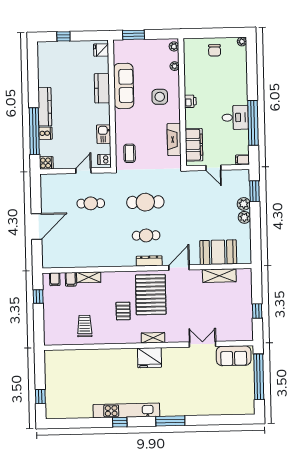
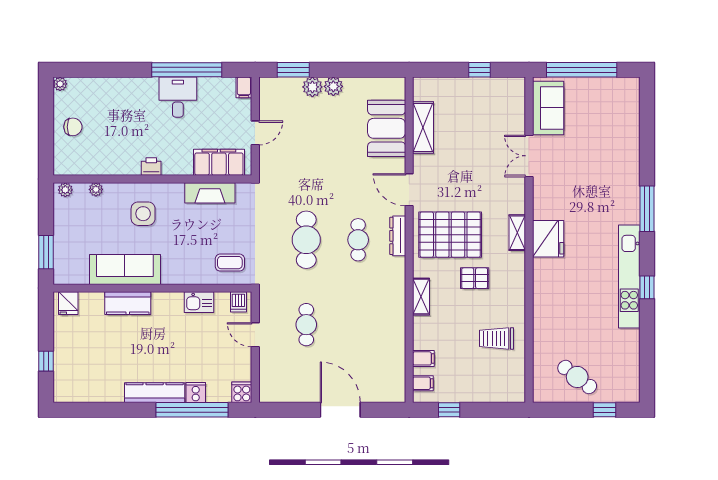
shelving: (89, 277) -> (421, 297), moved
cafe table: (61, 378) -> (577, 377), added

